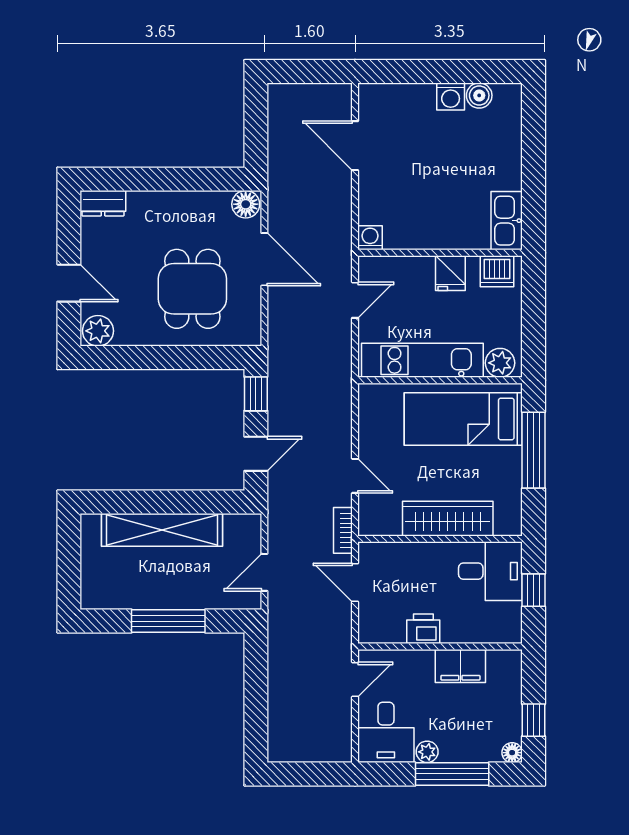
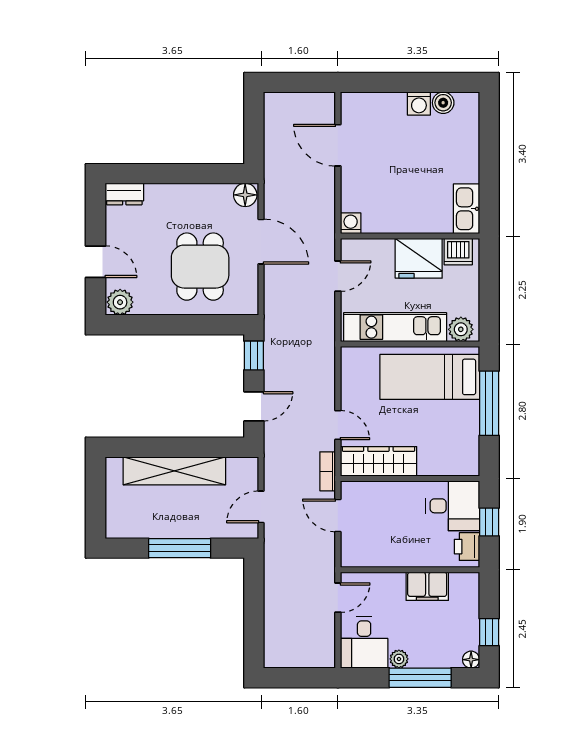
fridge: (450, 273) -> (419, 258), width x1.88, depth x1.34
wardrobe: (448, 519) -> (378, 461), moved
printer: (423, 629) -> (467, 547), moved, turned -90

